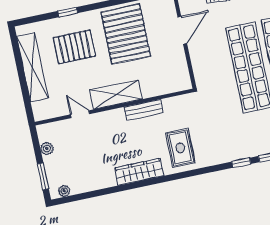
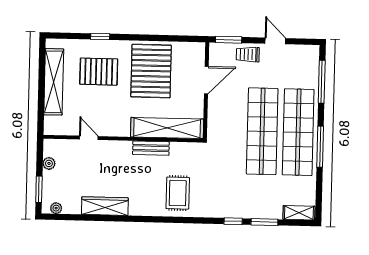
shelving: (116, 95) -> (167, 128), moved, width x1.47
wardrobe: (139, 172) -> (105, 206), moved

